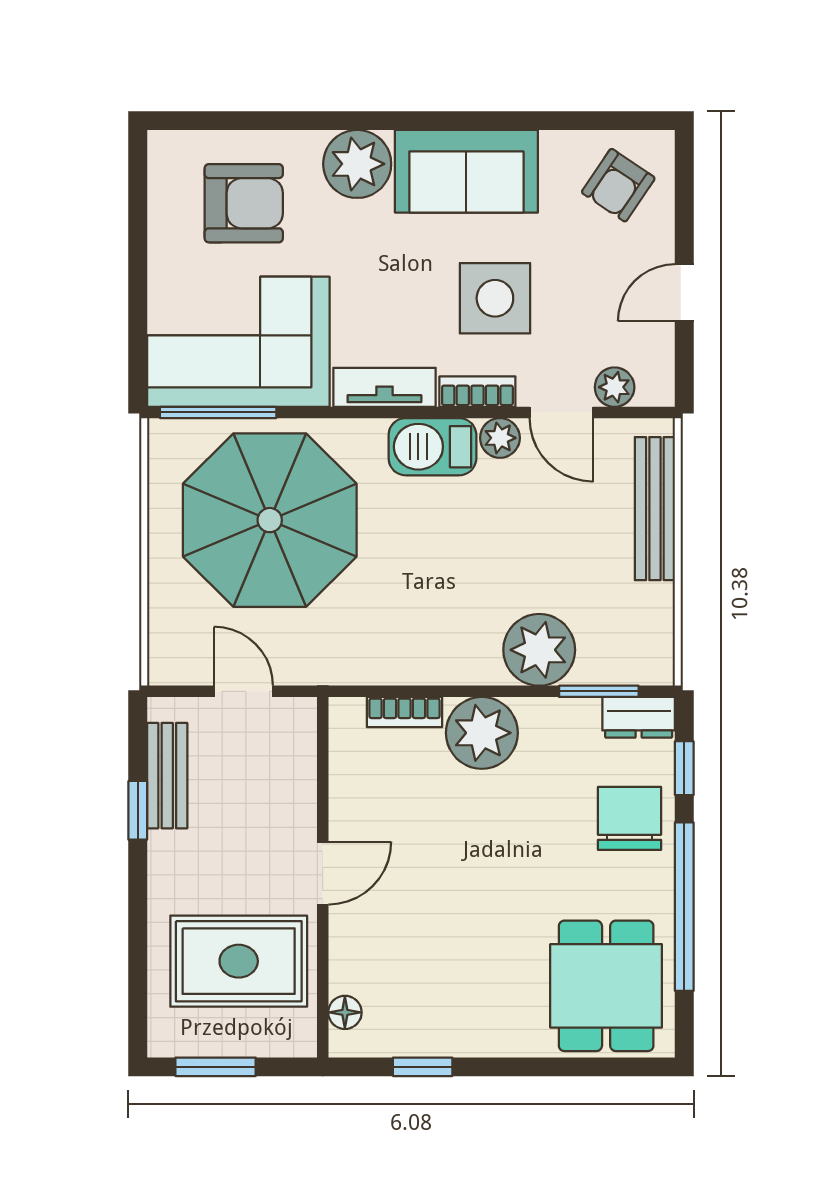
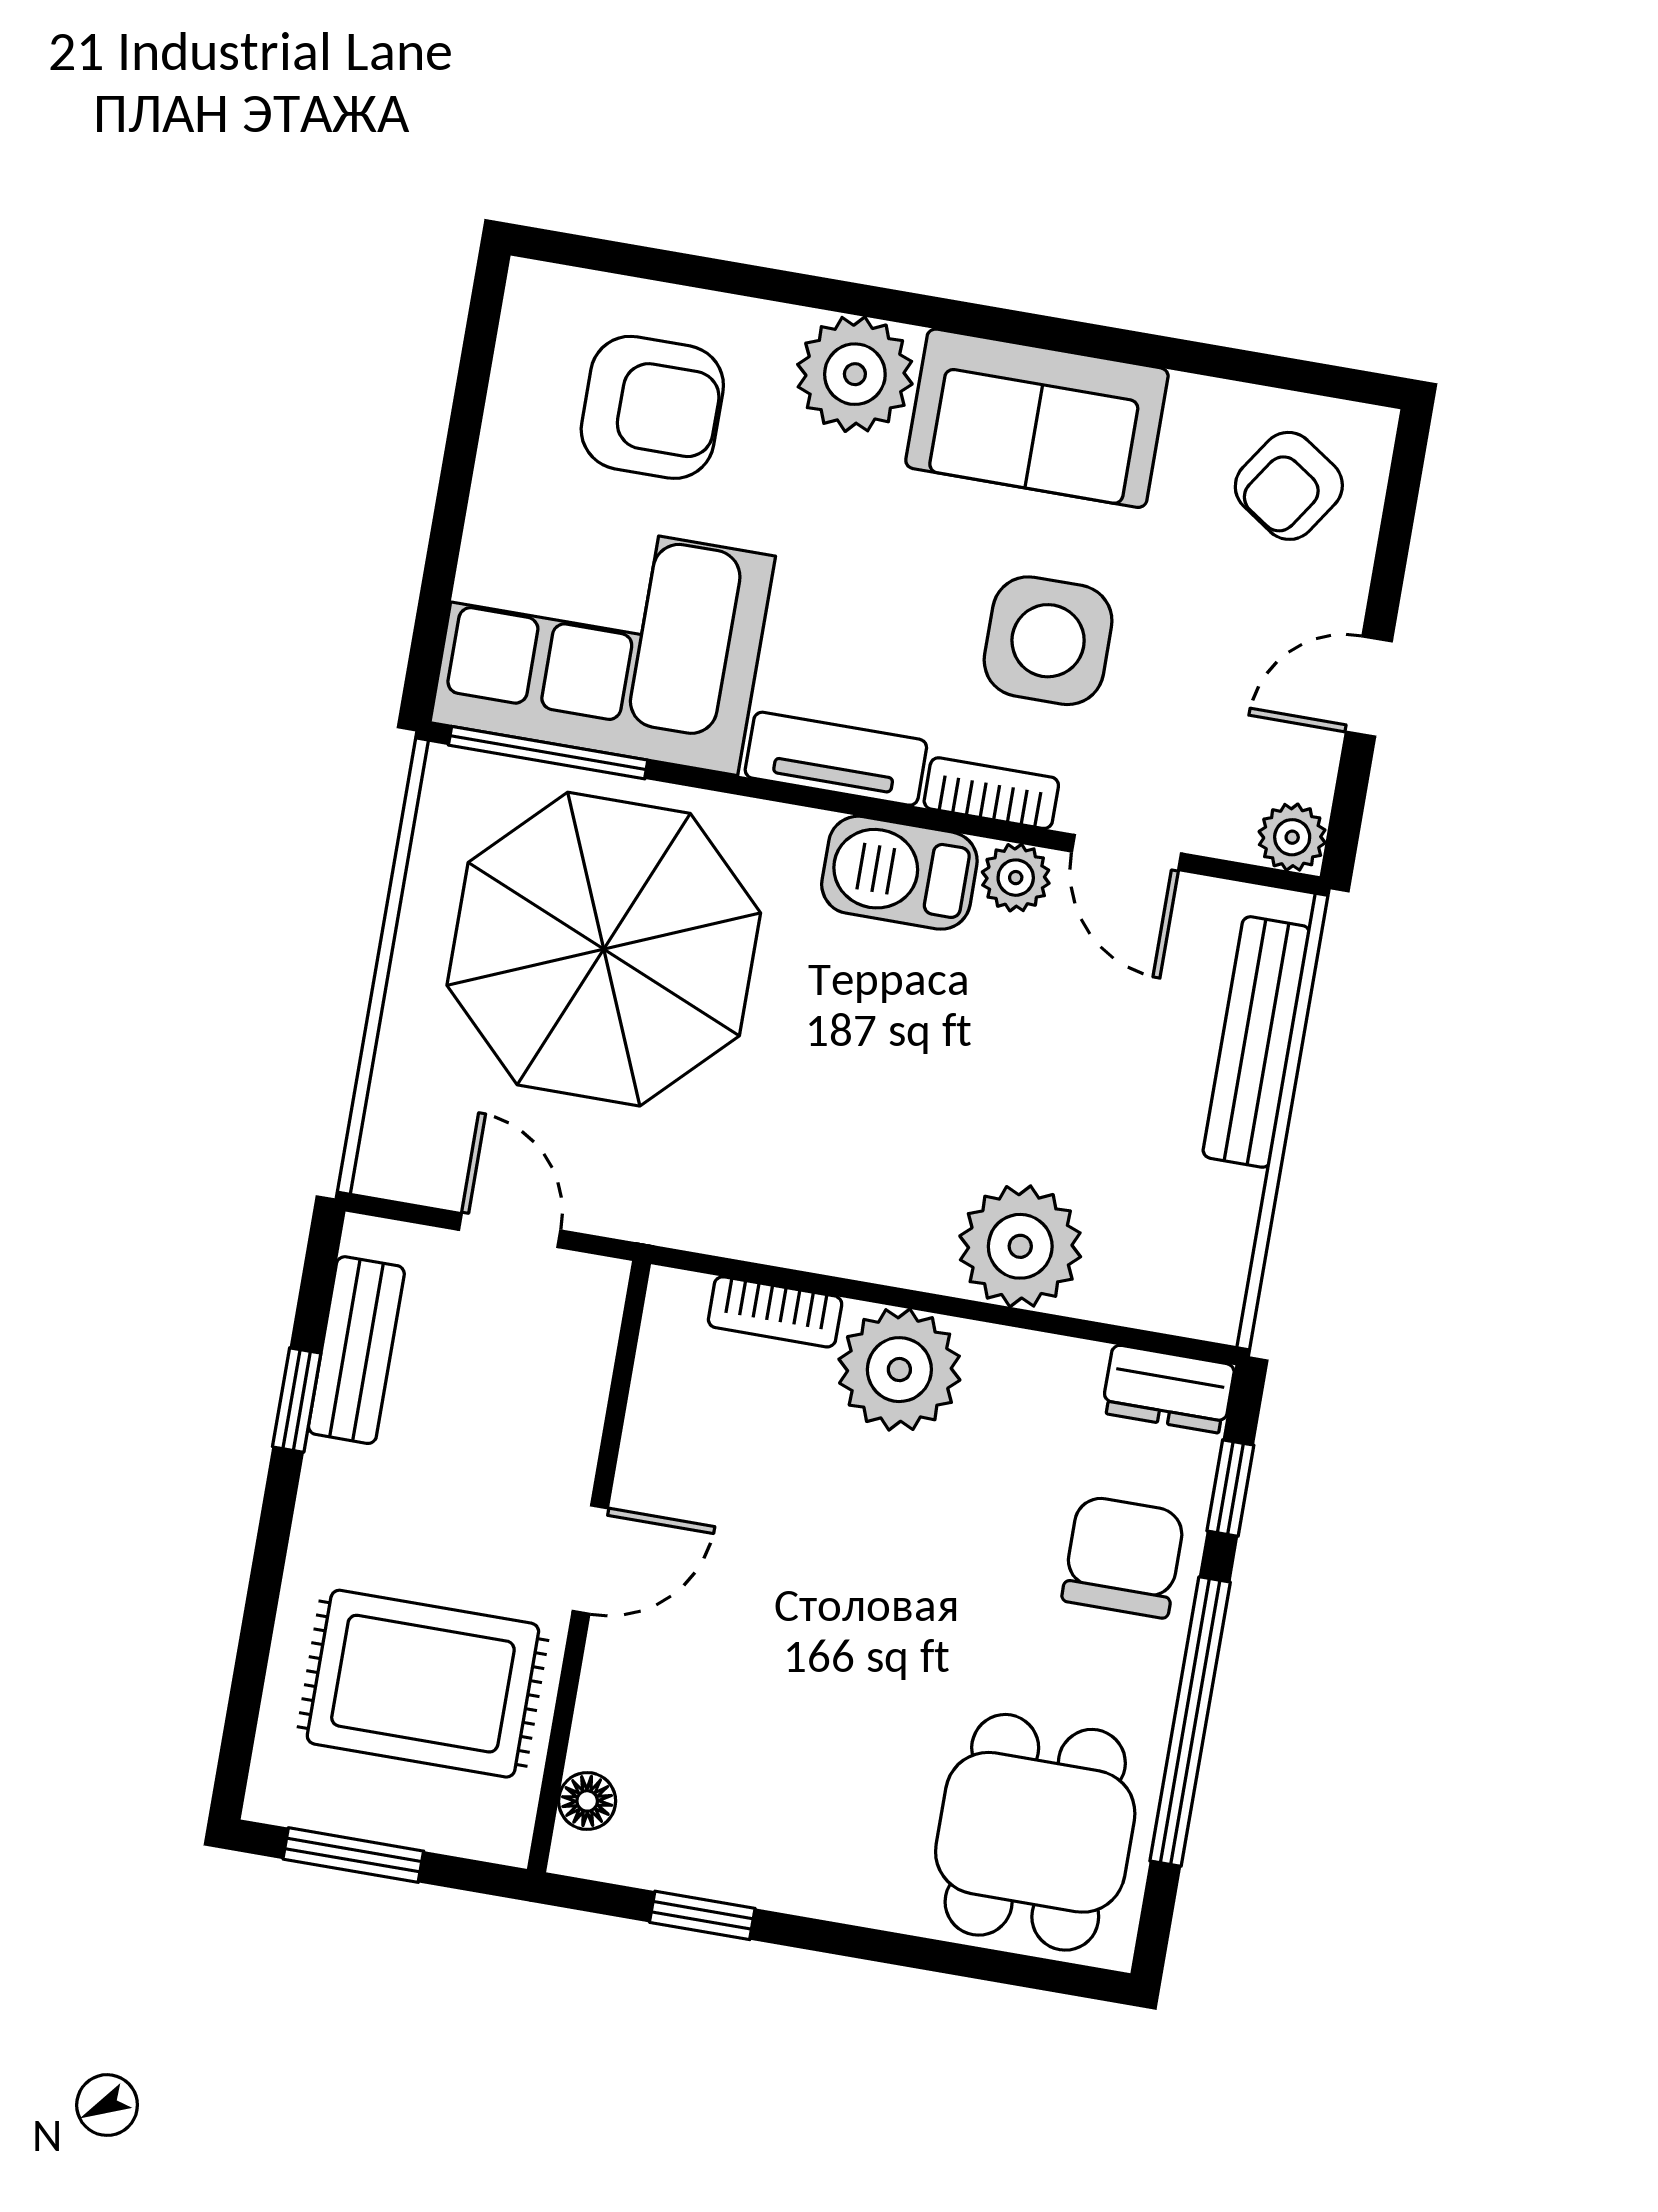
plant: (615, 387) -> (1292, 837), moved
window: (599, 691) -> (1109, 1334), removed

